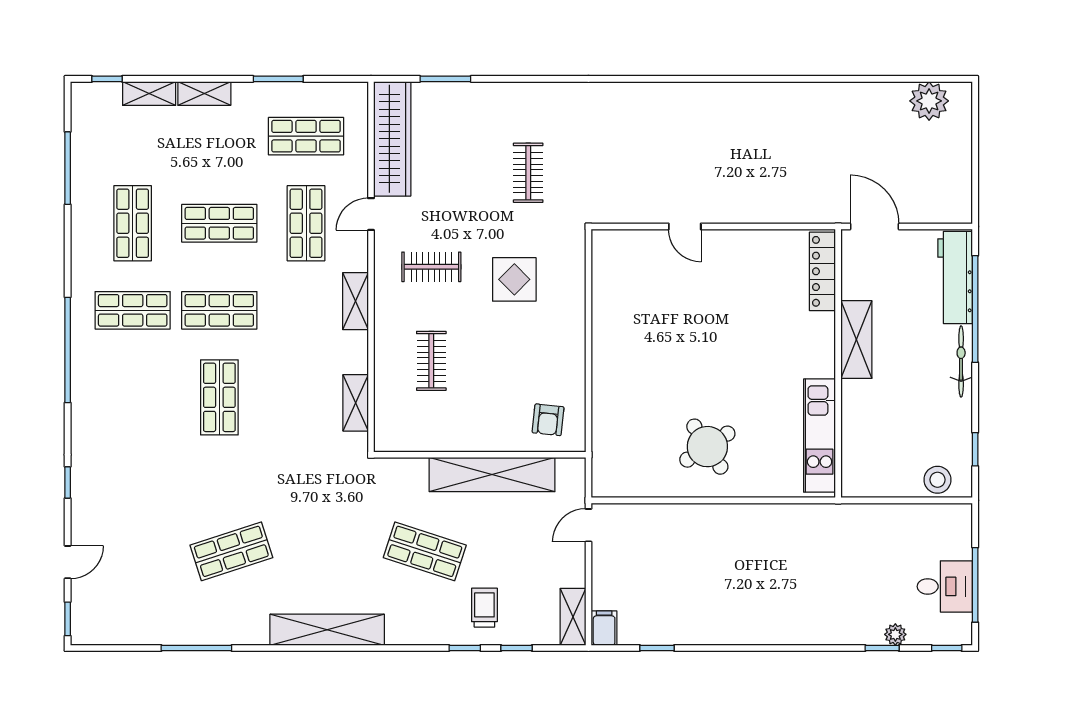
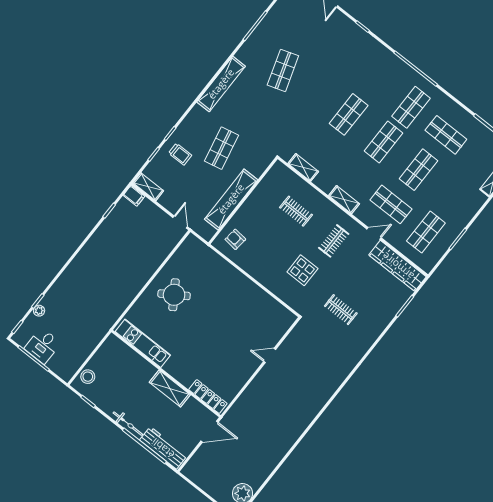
shelving: (204, 93) -> (475, 205), removed
door: (371, 214) -> (374, 233), hinge flipped
shop shelf: (219, 397) -> (349, 114), turned 90
shop shelf: (425, 551) -> (222, 148), turned -30

